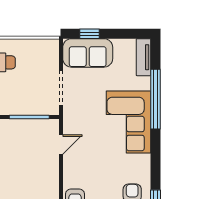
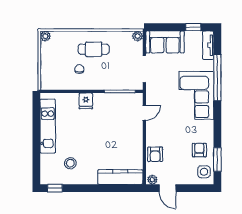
window: (90, 34) -> (193, 27), moved
plant: (52, 45) -> (138, 36), added

